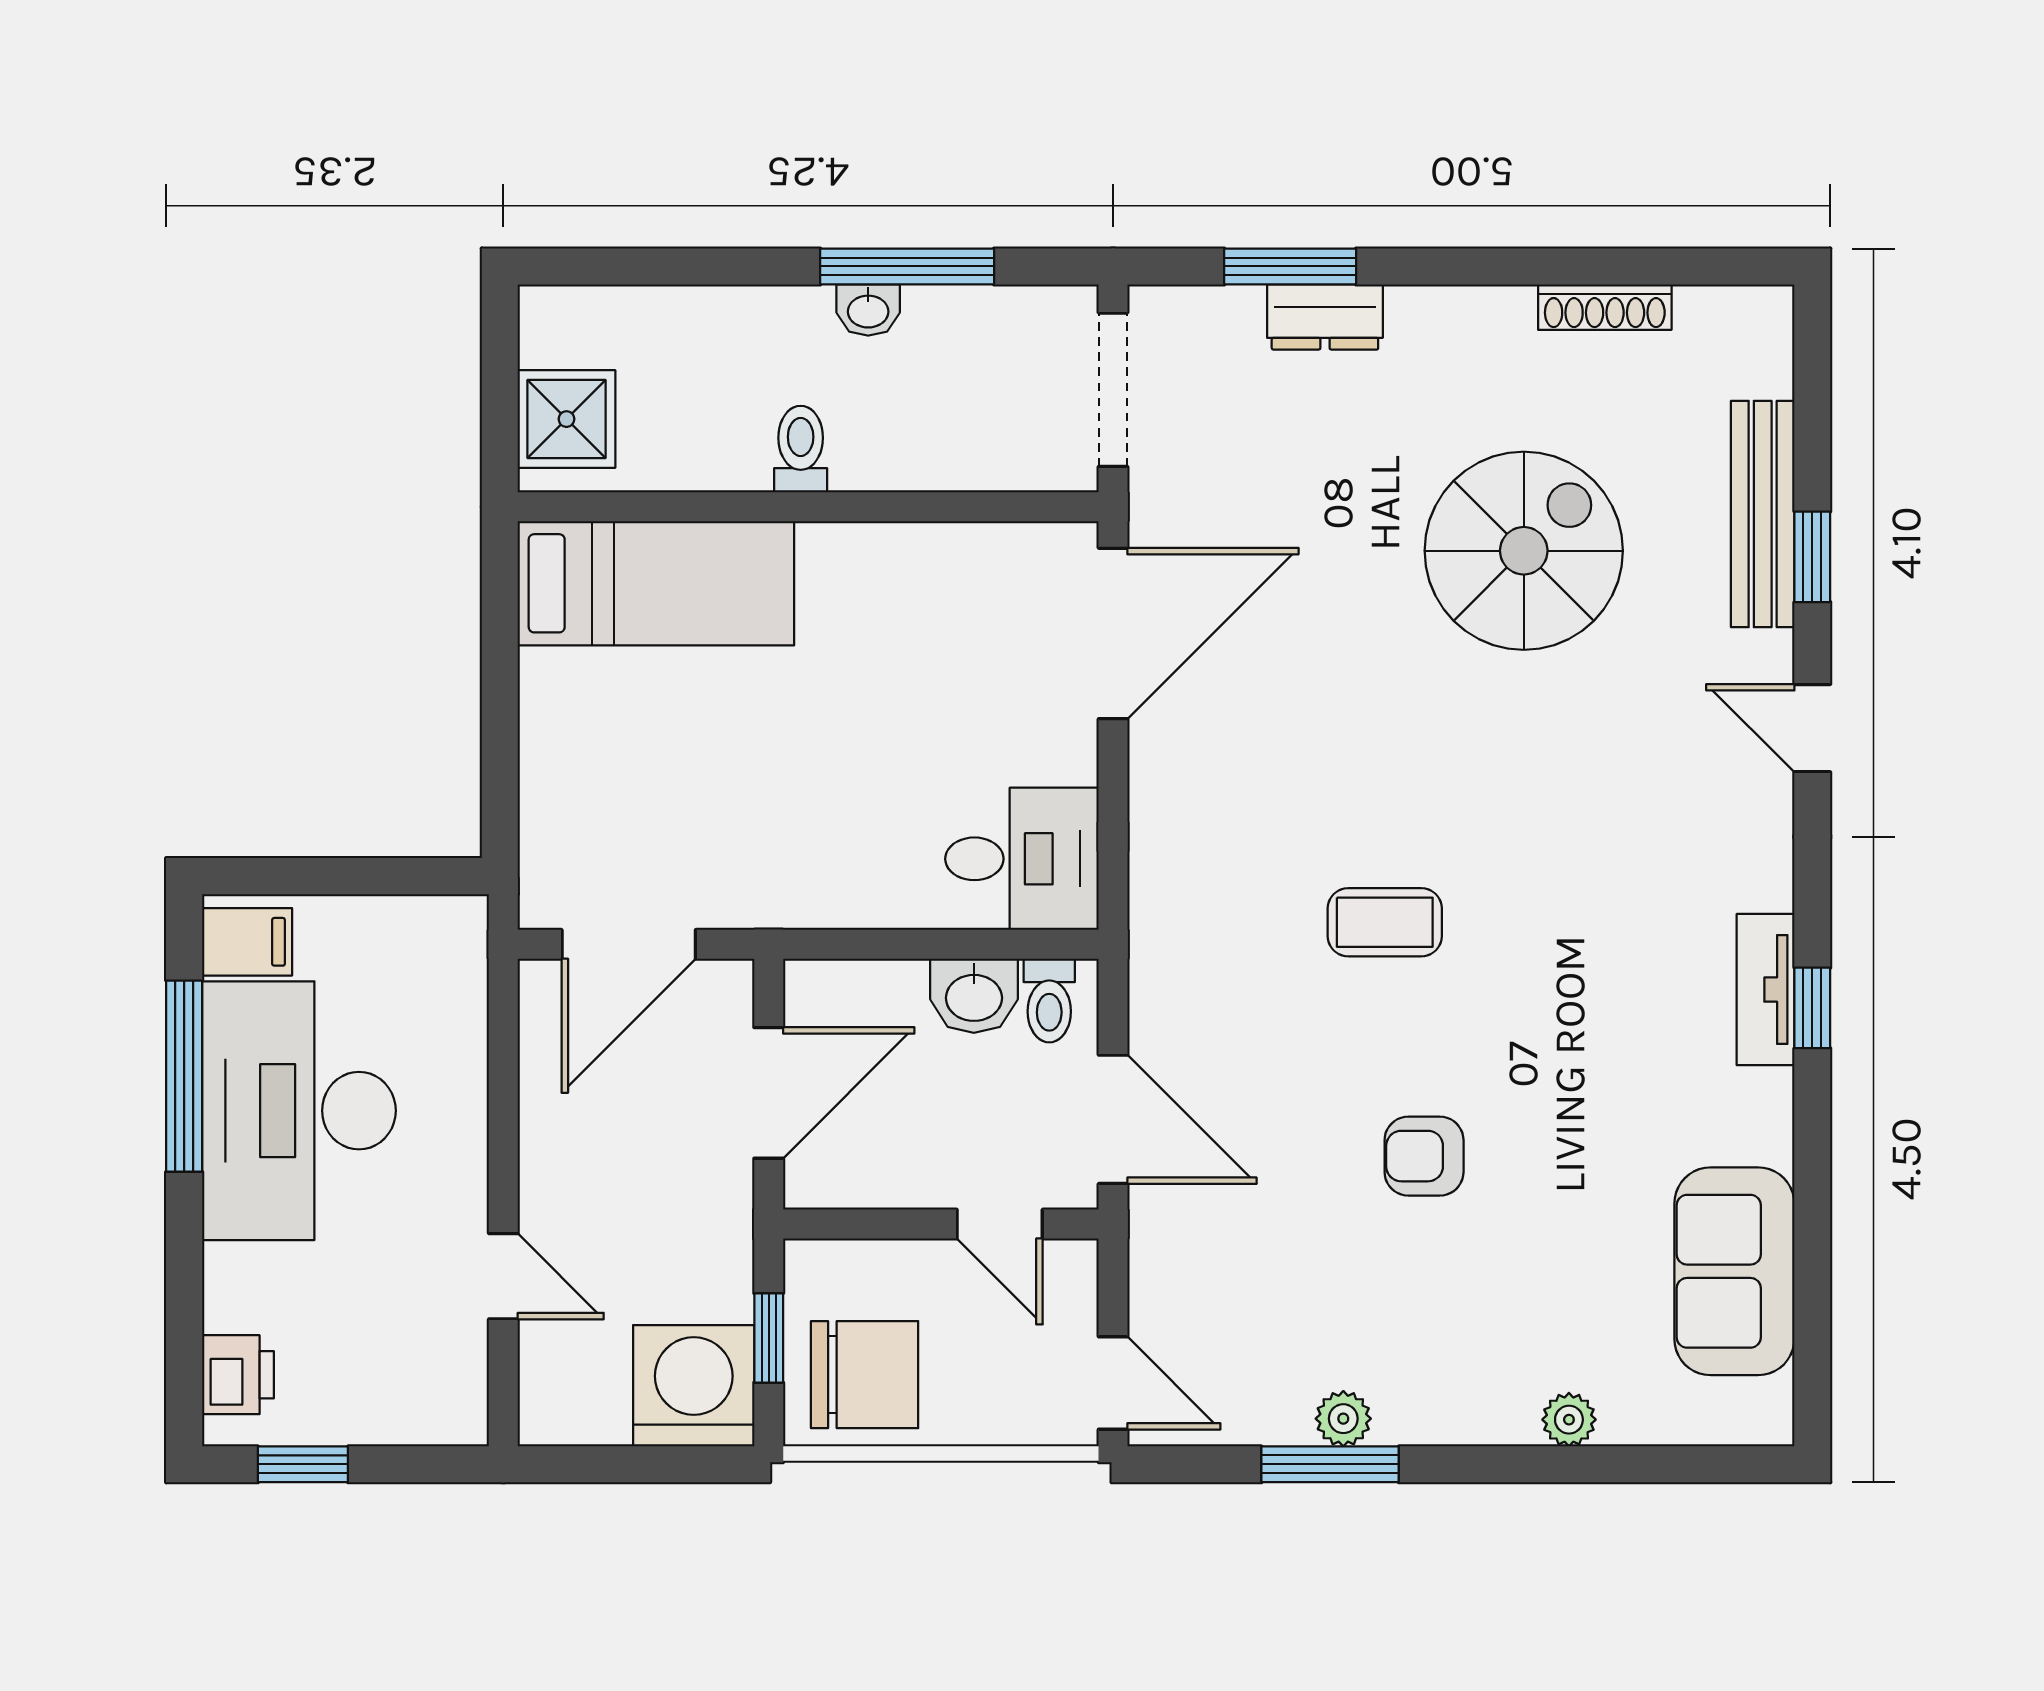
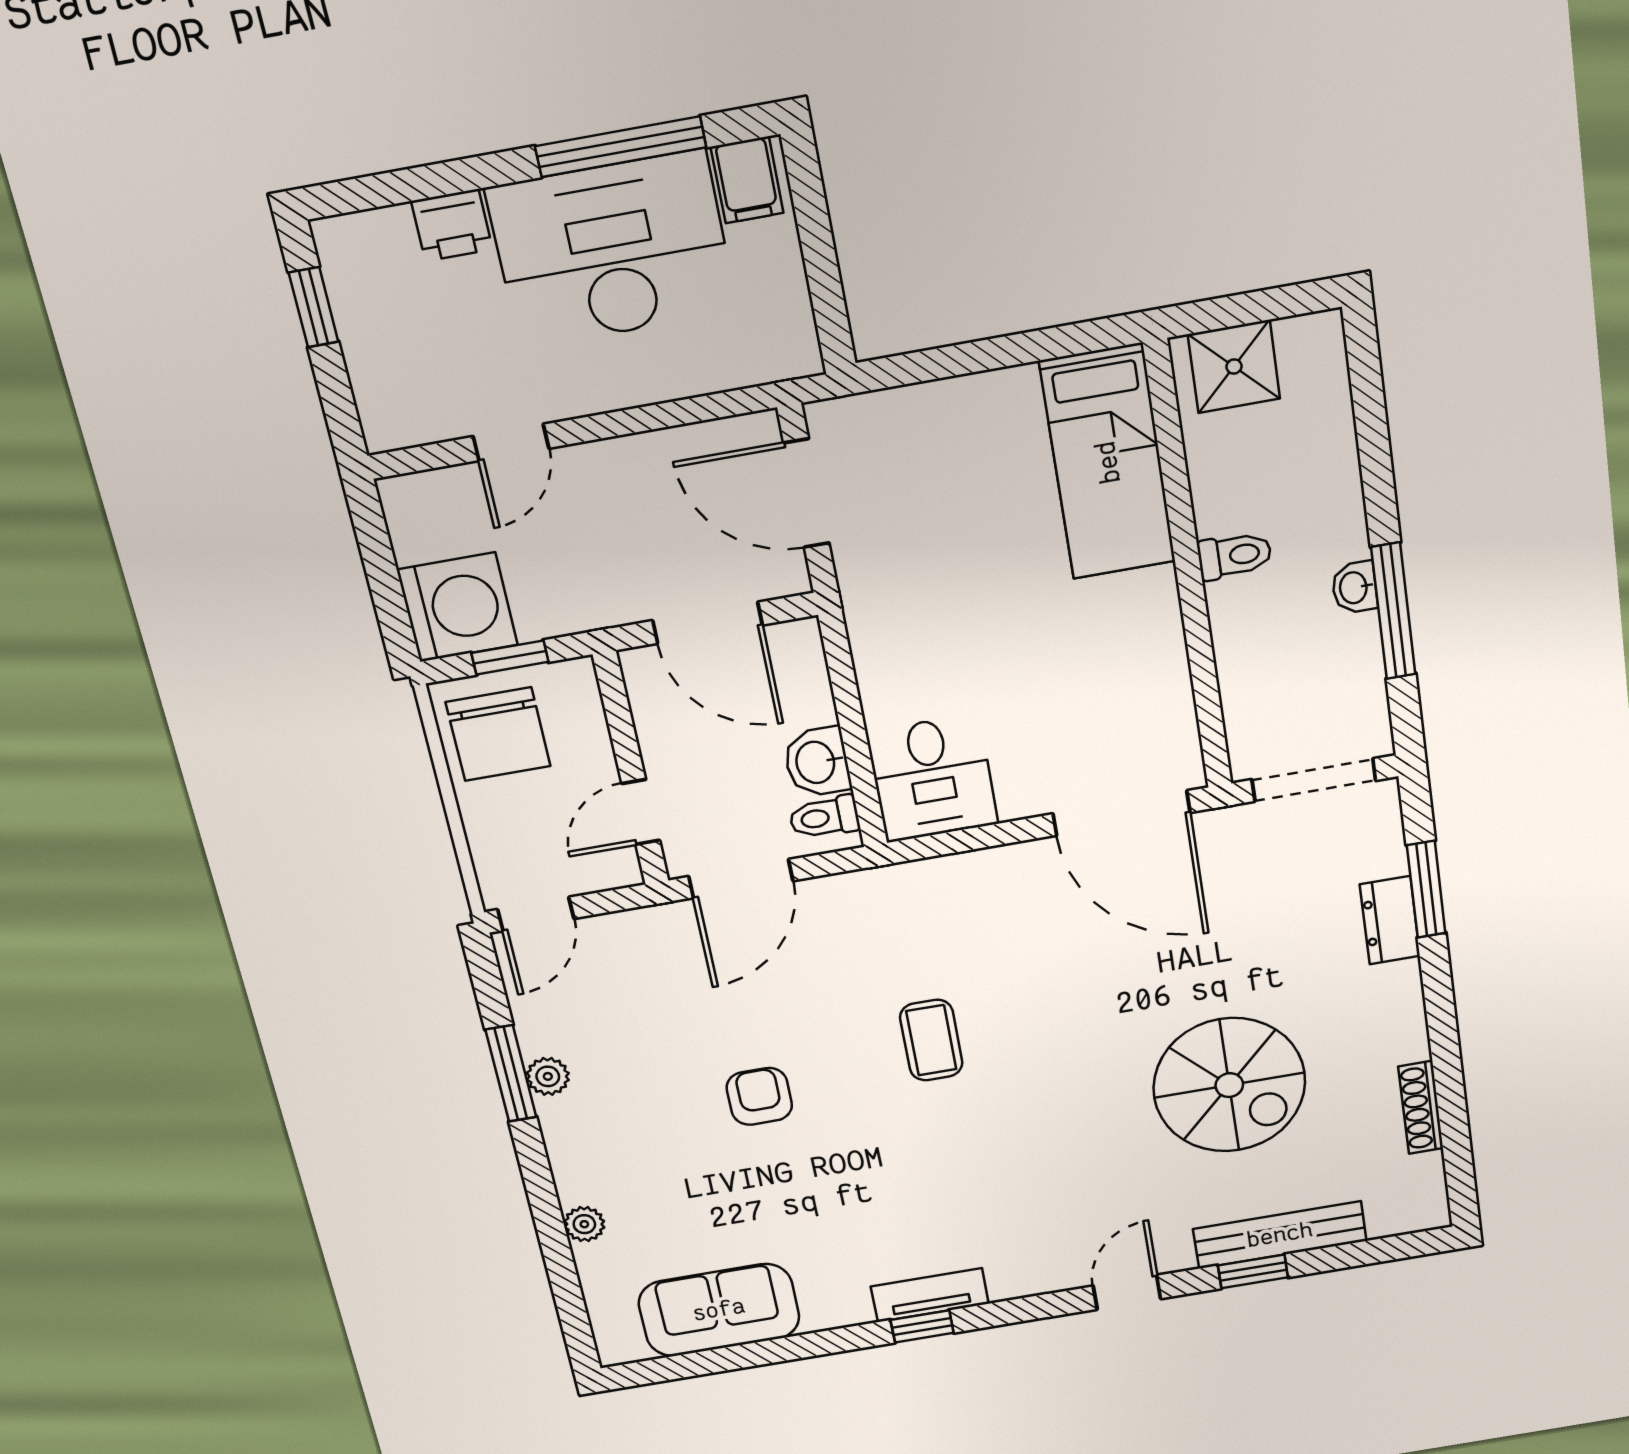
printer: (238, 1375) -> (452, 225), moved

